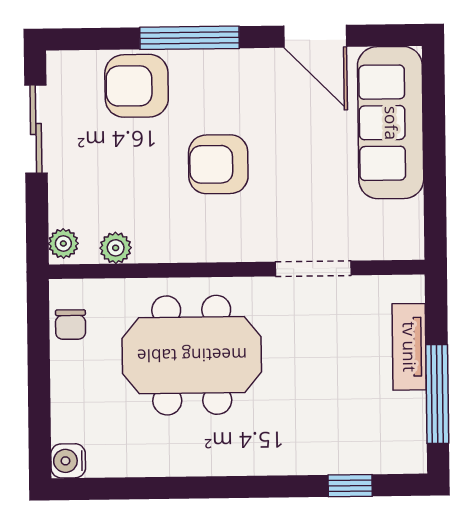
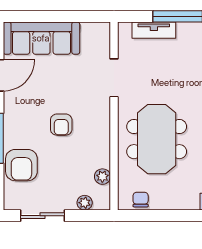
armchair: (218, 164) -> (61, 125), width x0.72, depth x0.72
plant: (63, 243) -> (85, 203), moved
chair: (71, 325) -> (141, 200), turned -90

